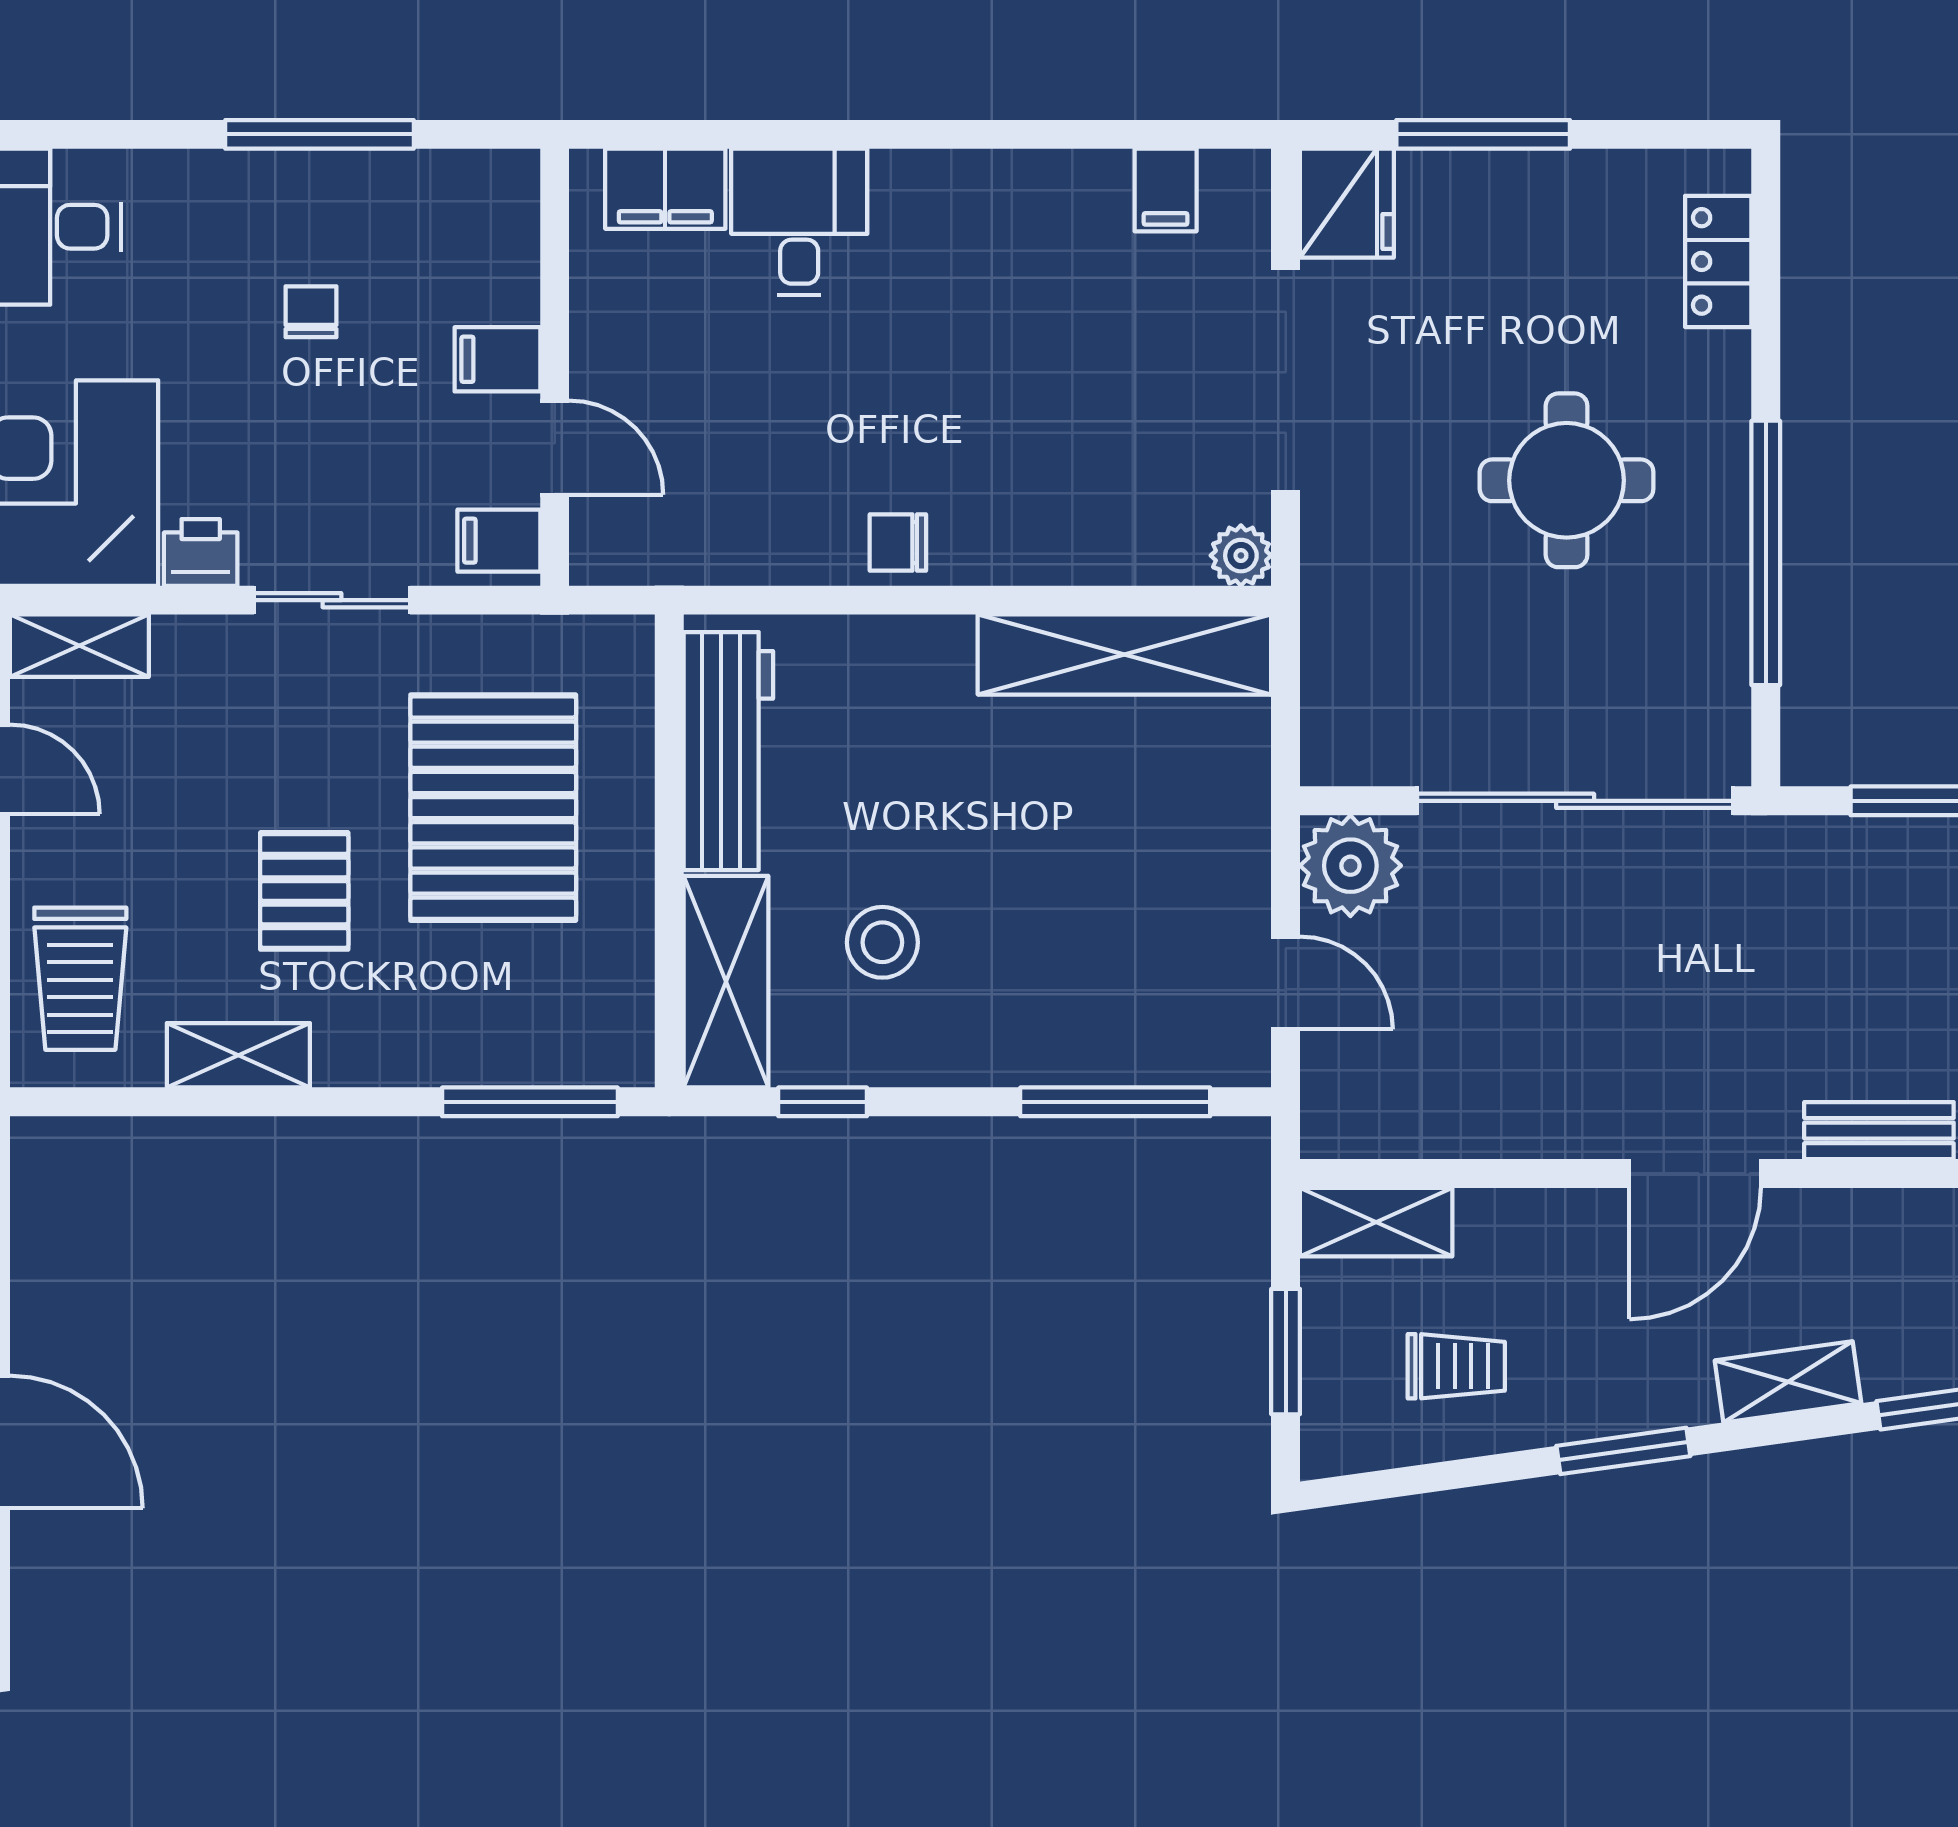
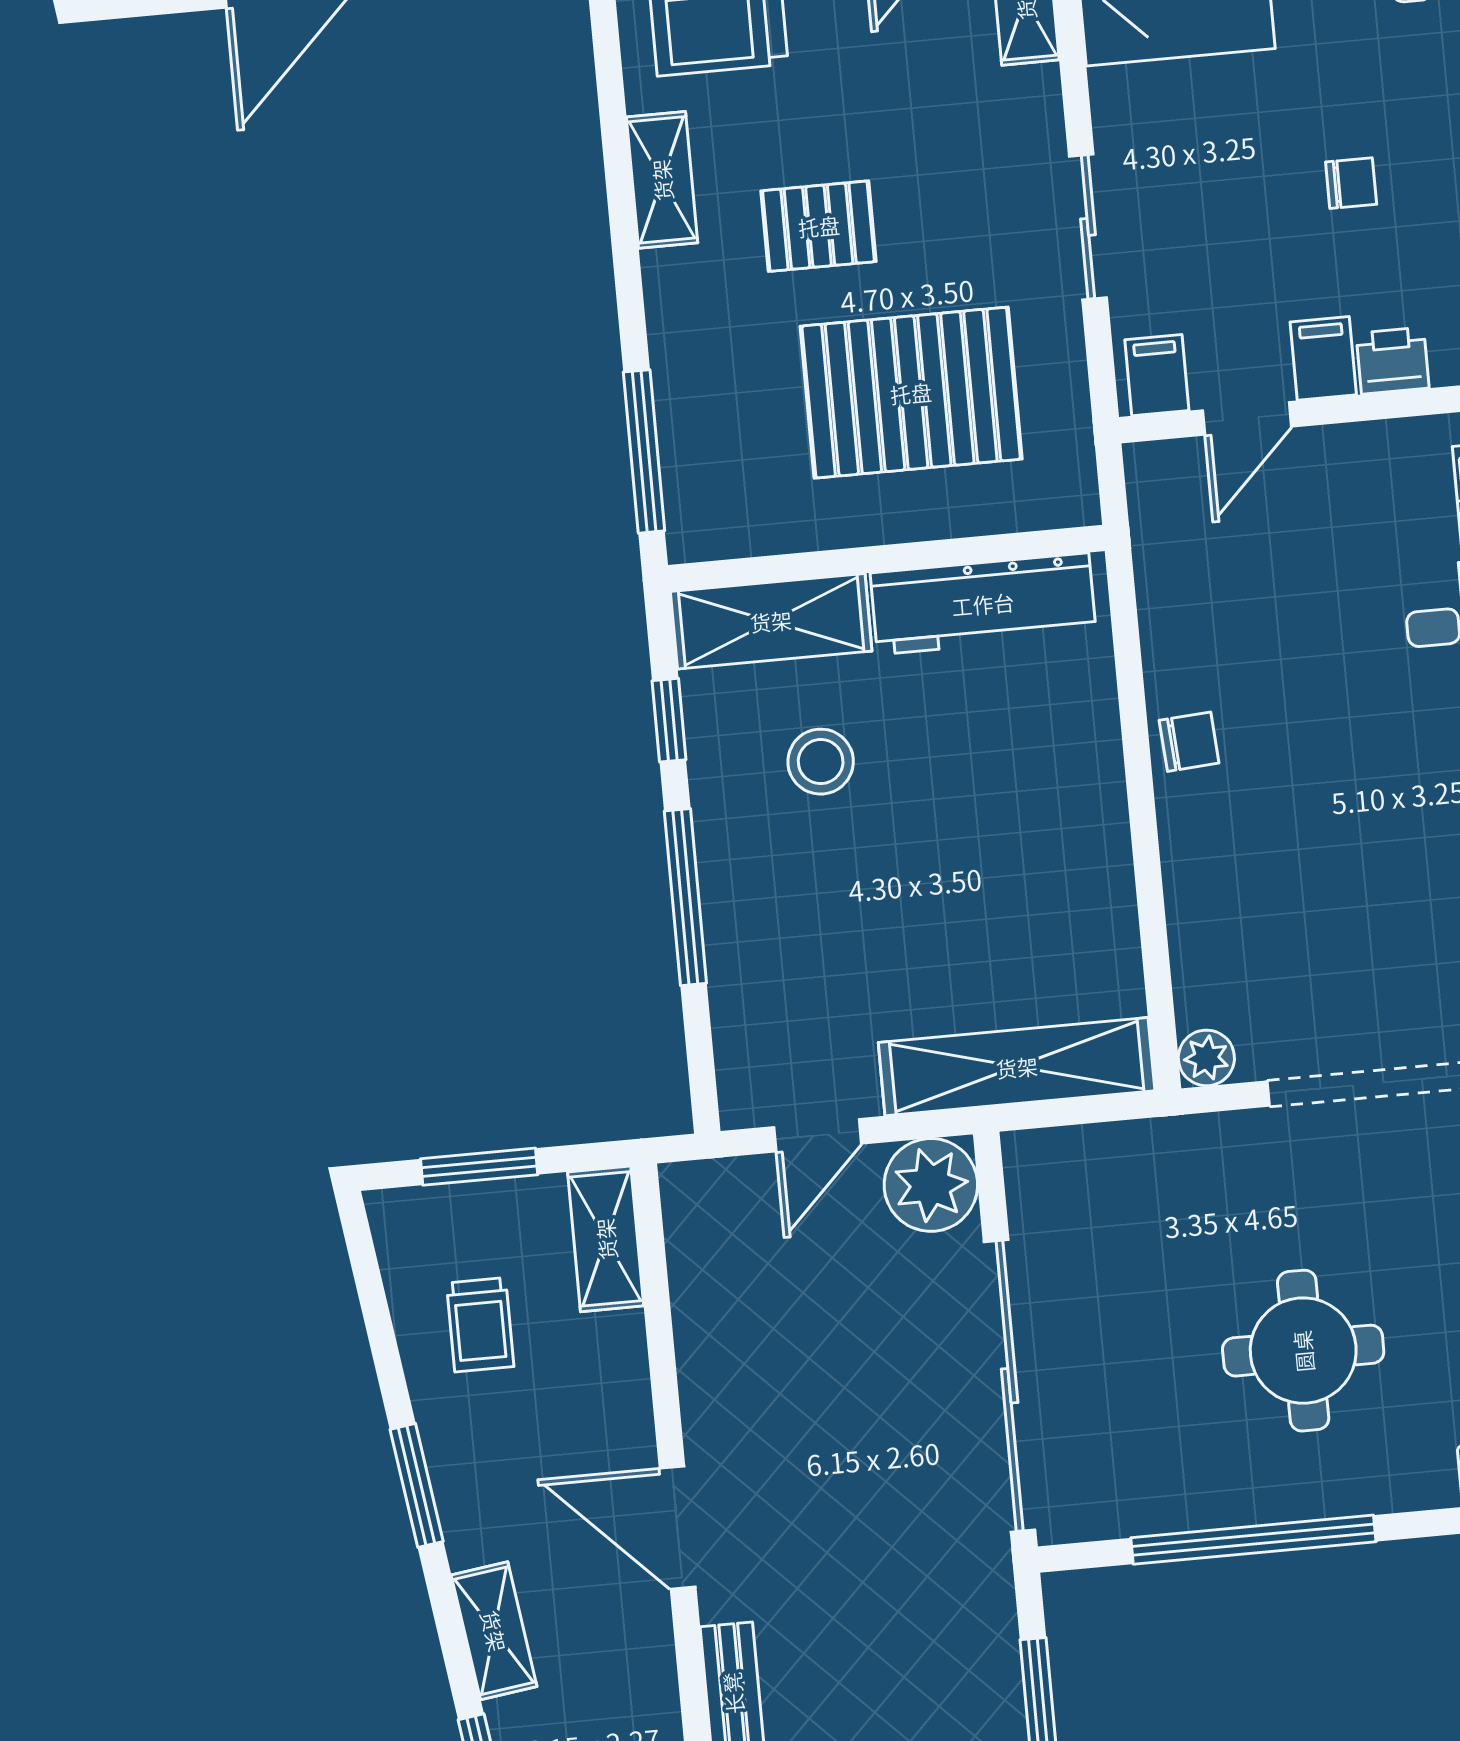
chair: (898, 543) -> (1189, 742), turned 86
printer: (201, 552) -> (1393, 361), moved, turned -90
shelving: (1124, 655) -> (1017, 1067), moved, turned 90
window: (1115, 1102) -> (685, 897), moved

